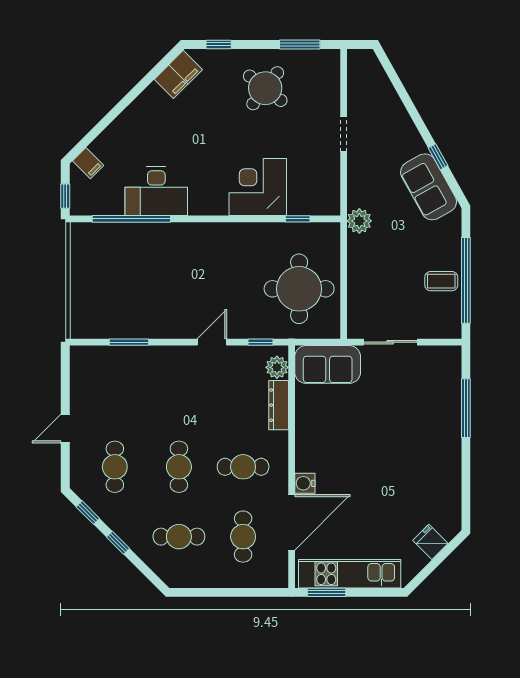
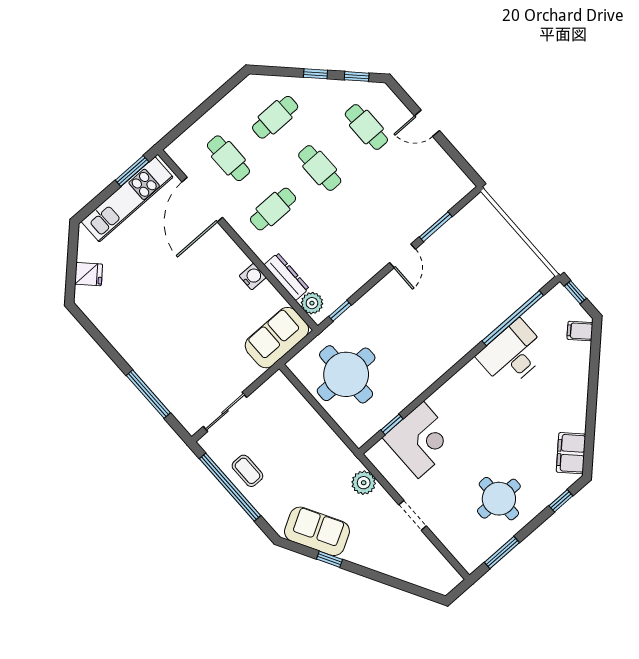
round table: (265, 88) -> (499, 499), turned -38
corner desk: (258, 187) -> (421, 440), moved
plant: (359, 221) -> (364, 483), moved
coffee table: (441, 281) -> (247, 471), turned 90
door: (212, 342) -> (402, 256), moved
sliding door: (390, 342) -> (225, 412), moved
door: (65, 428) -> (427, 123), swing flipped
water cooler: (305, 483) -> (253, 277), moved

